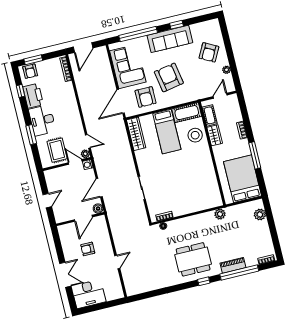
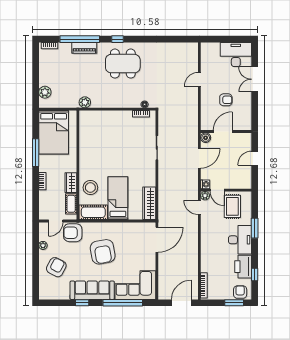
corner sofa: (128, 66) -> (135, 285), moved, turned 90
armchair: (146, 97) -> (73, 233), moved, turned -90

